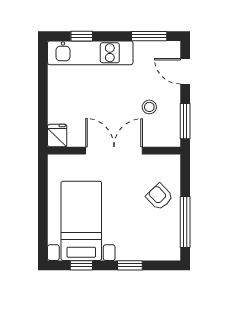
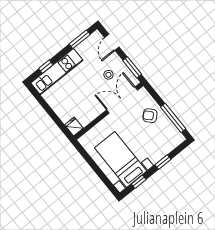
door: (185, 71) -> (112, 42), hinge flipped
double door: (114, 151) -> (122, 100), moved

